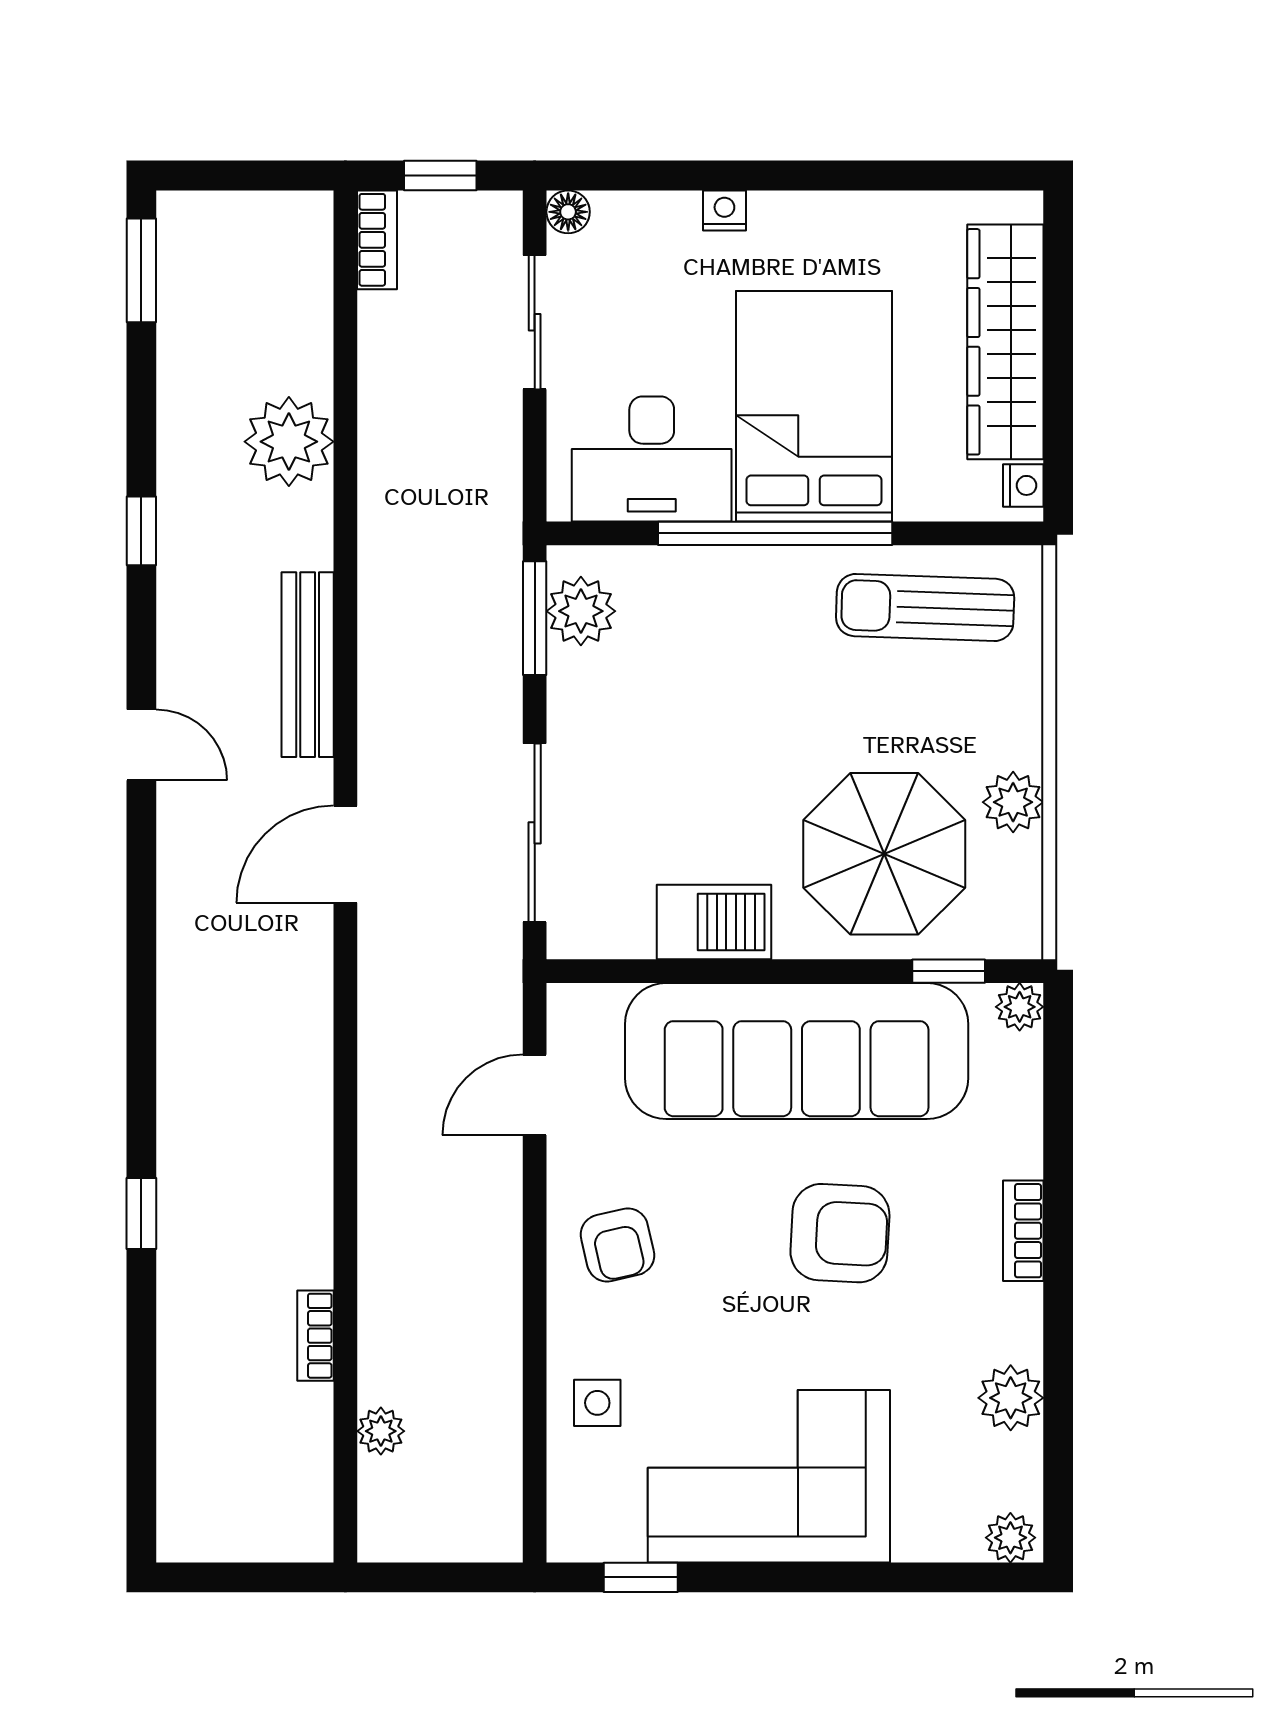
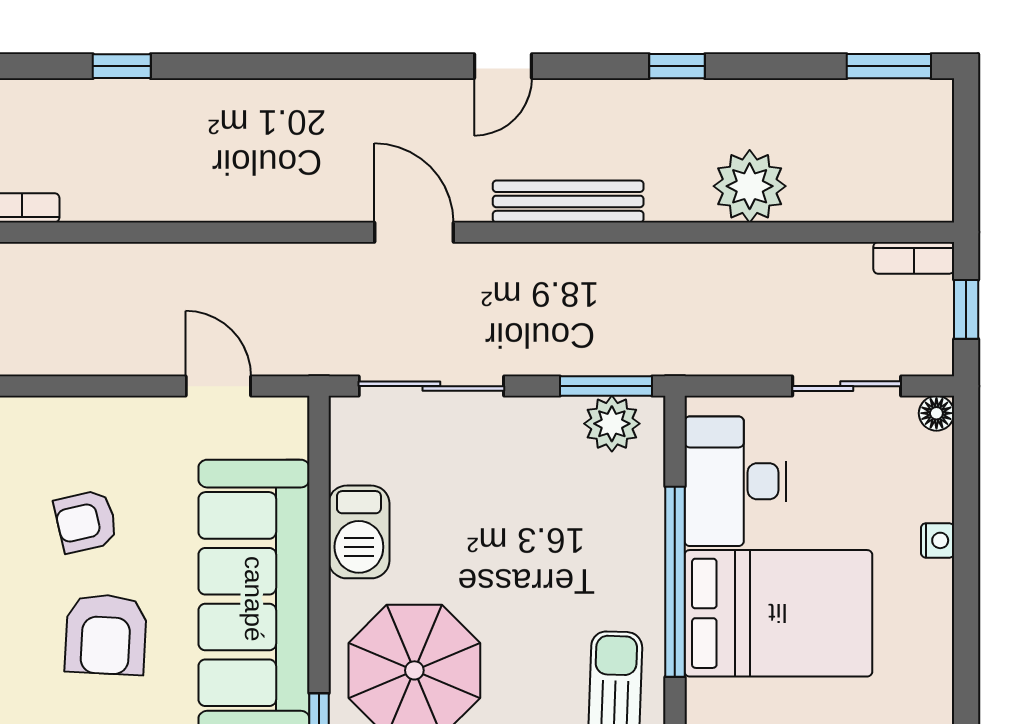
armchair: (617, 1245) -> (86, 521), moved

